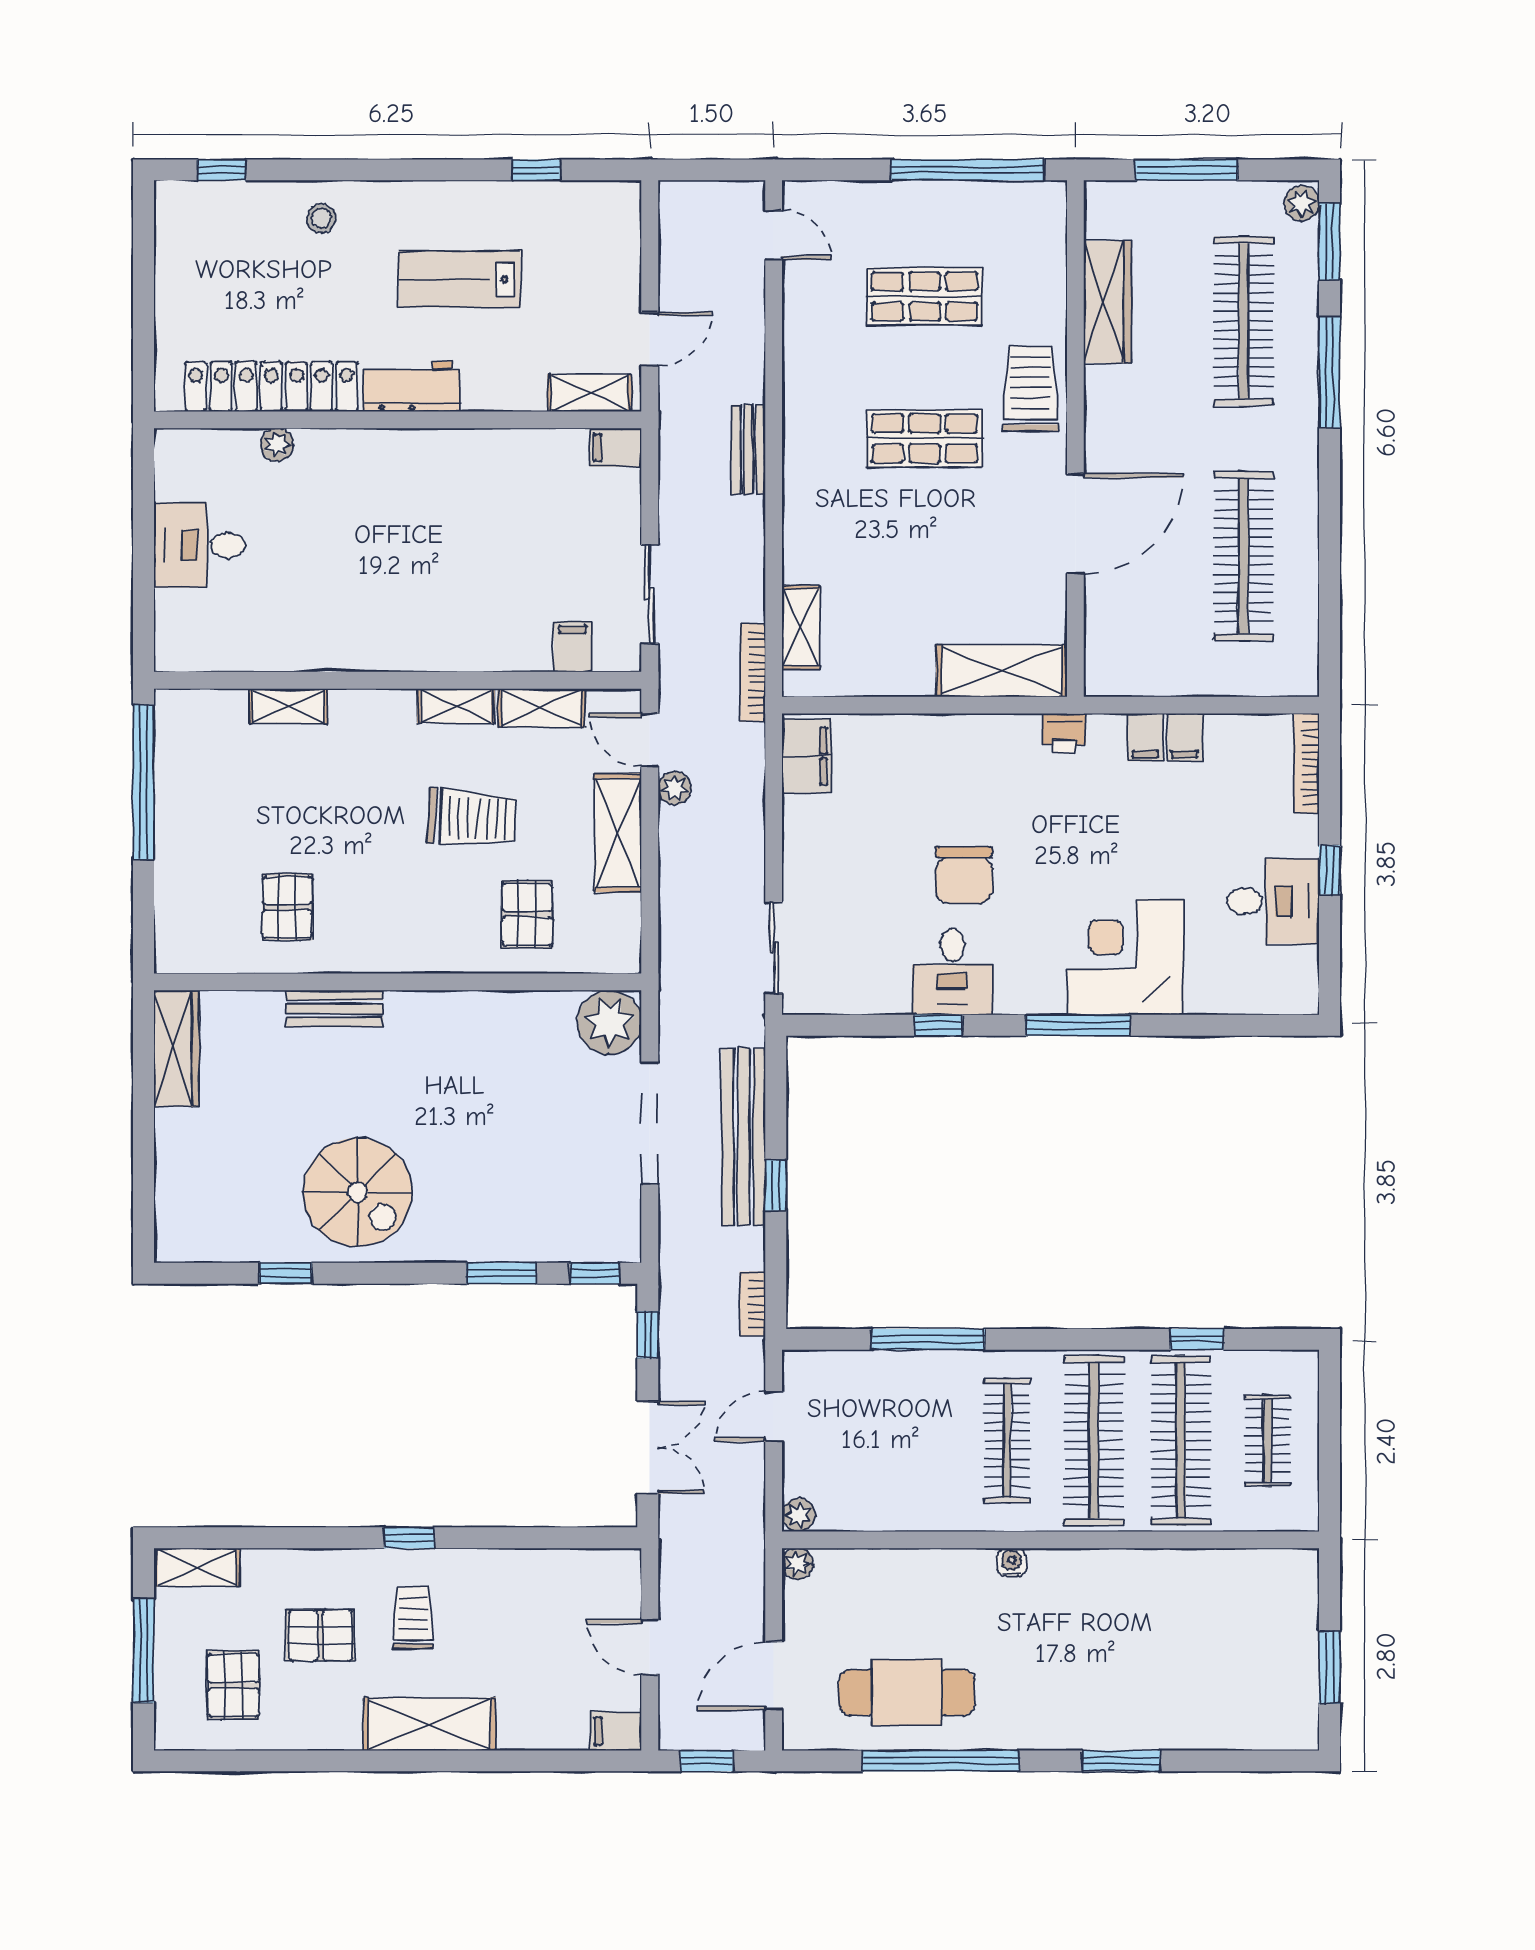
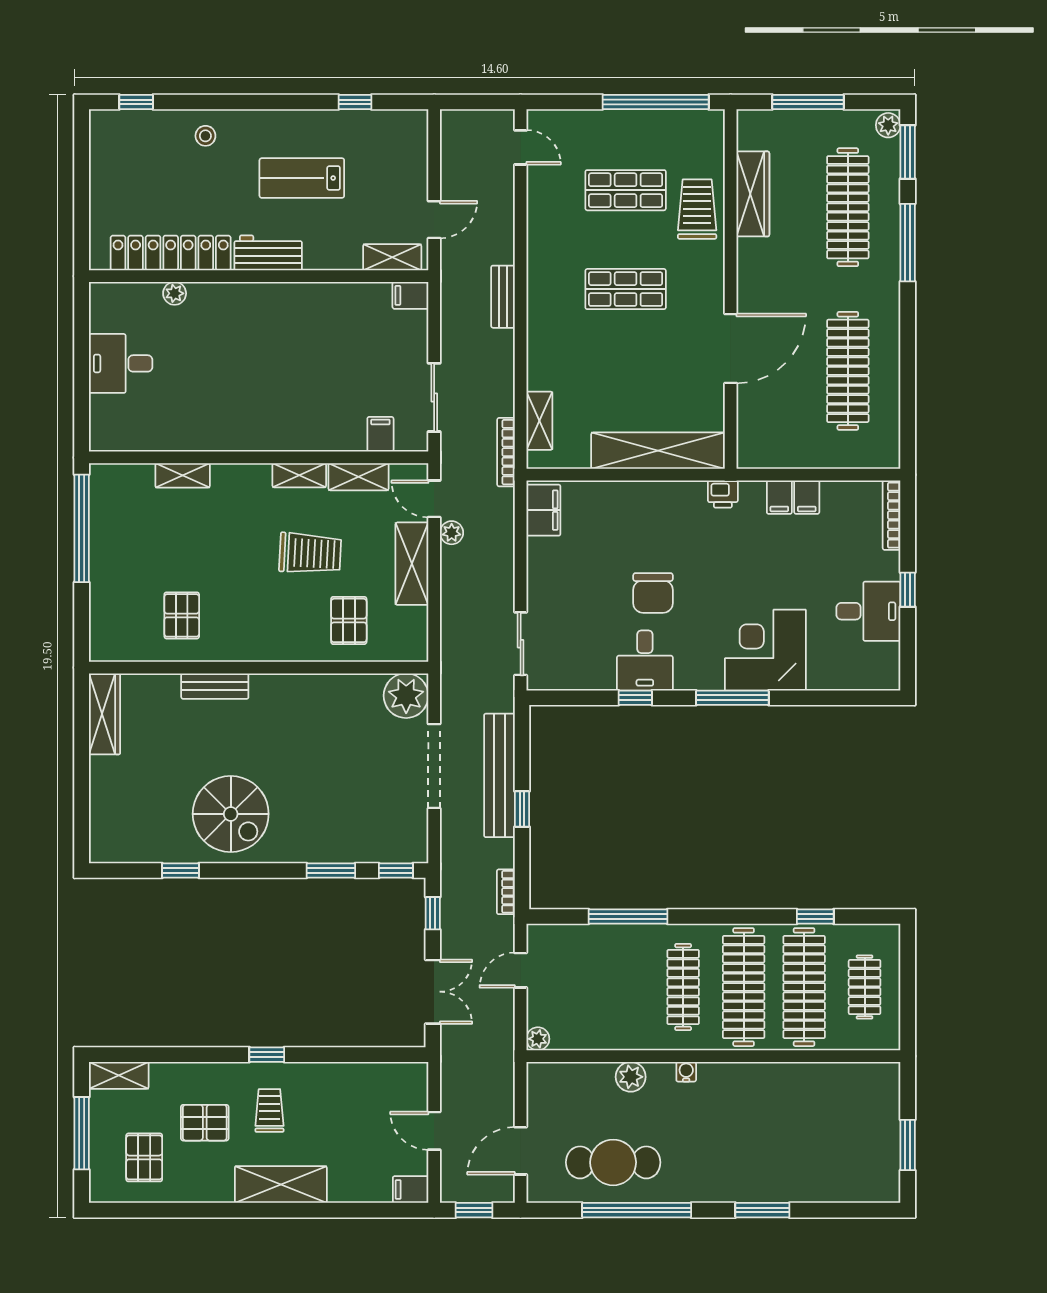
trolley: (1031, 389) -> (697, 209), moved
shelving: (1002, 671) -> (658, 451), width x1.47
plant: (798, 1564) -> (631, 1077), moved, width x1.38, depth x1.38

